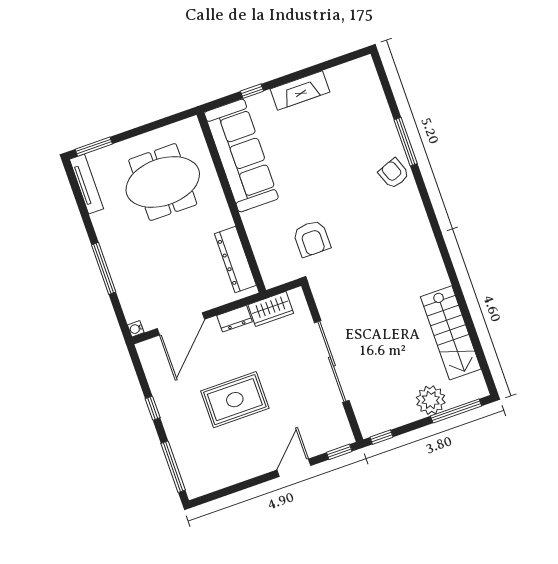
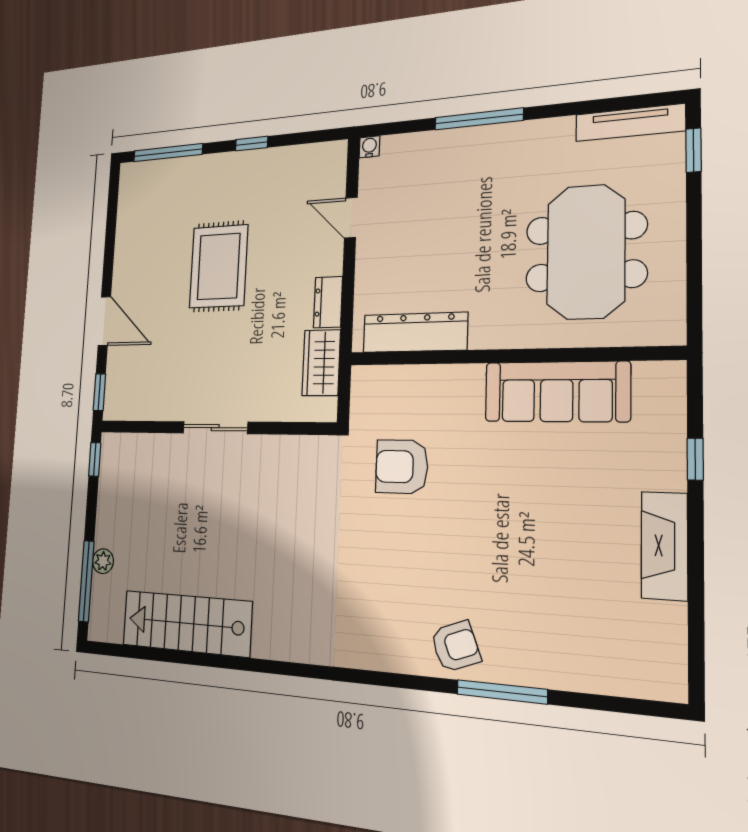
window: (94, 147) -> (694, 150), width x0.67
sofa: (241, 155) -> (557, 392), width x0.74, depth x0.79
door: (181, 324) -> (351, 218), width x0.53
sliding door: (332, 361) -> (215, 428), width x0.54
plant: (431, 400) -> (103, 561), width x0.53, depth x0.53

